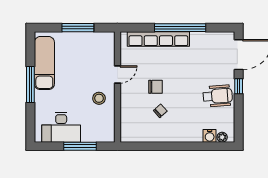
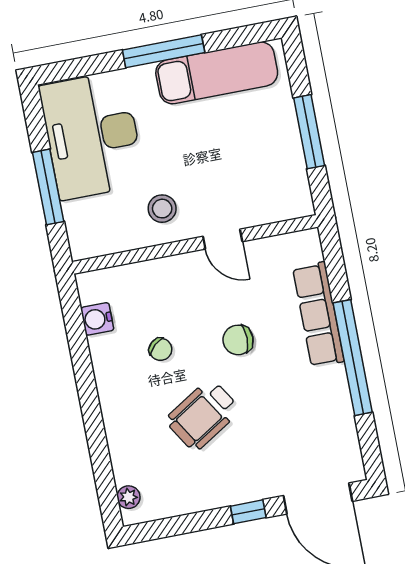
row of seats: (158, 39) -> (318, 314), width x0.73
chair: (155, 87) -> (238, 340), moved, turned 90
wheelchair: (218, 96) -> (203, 415), moved, turned 62
desk: (61, 127) -> (92, 135), width x1.36, depth x1.30
water cooler: (210, 136) -> (97, 319), moved

